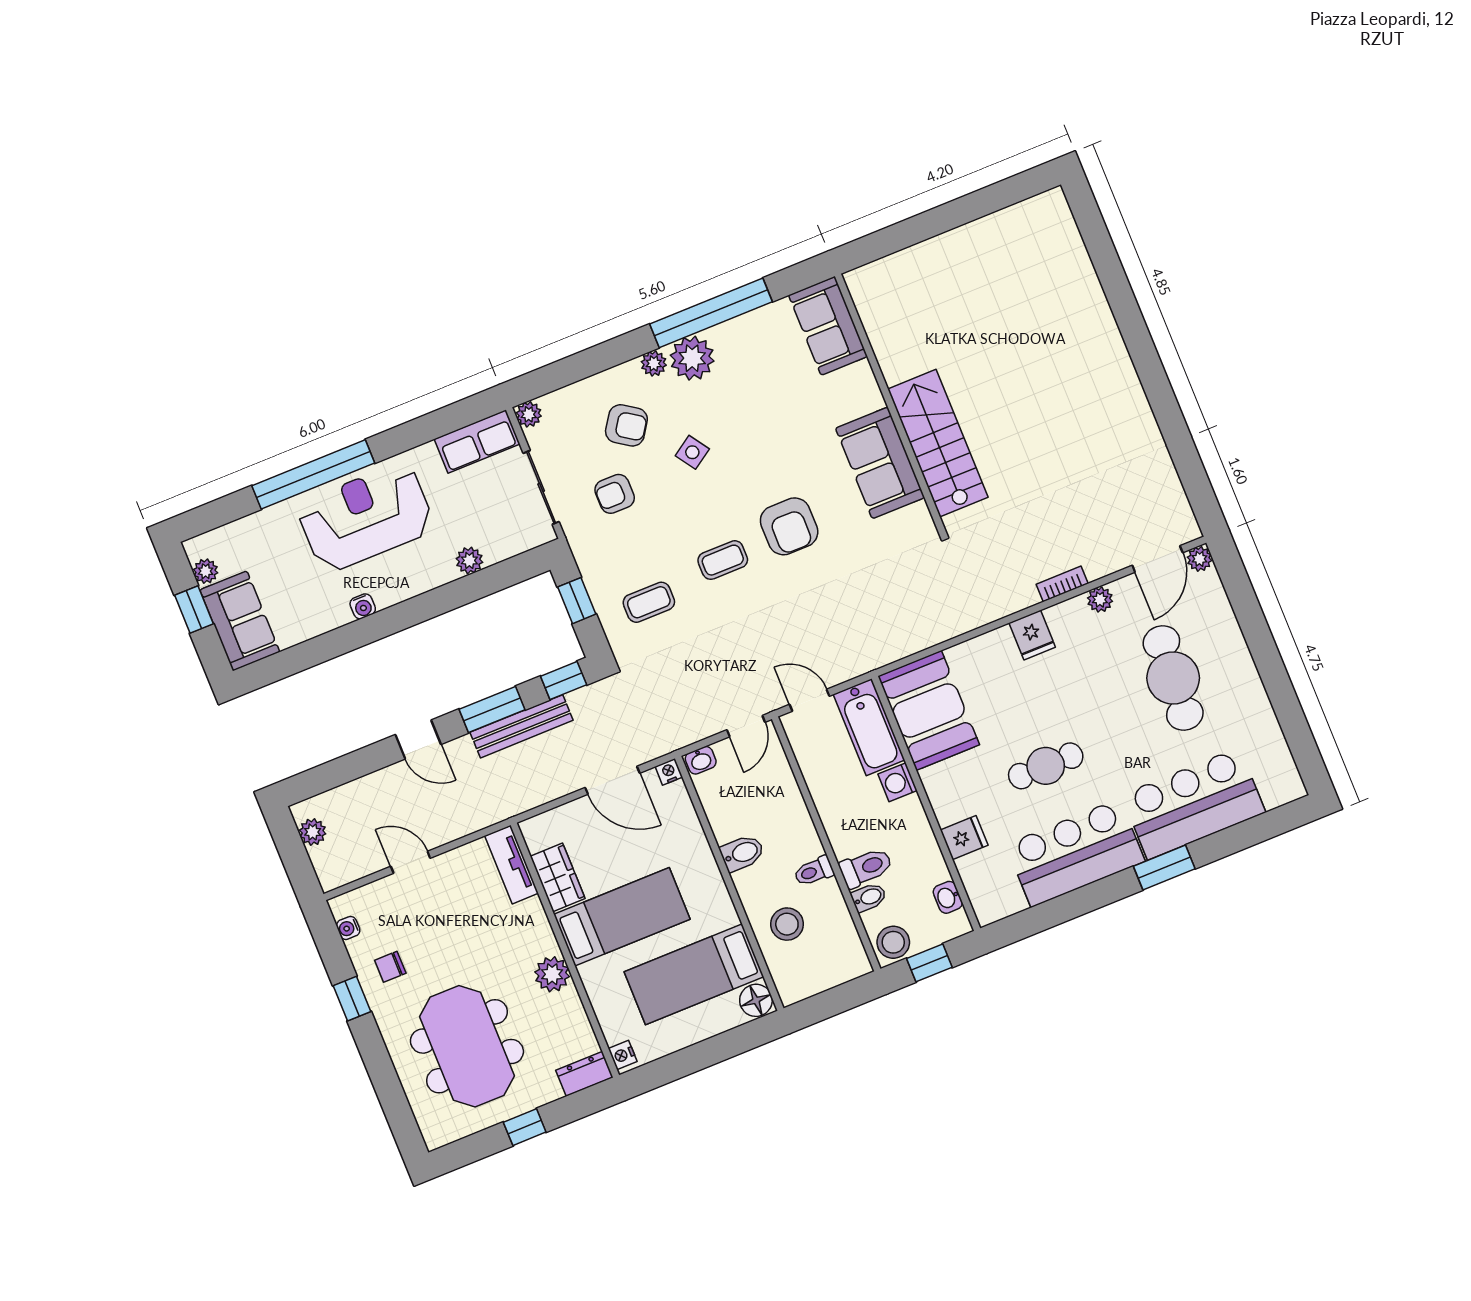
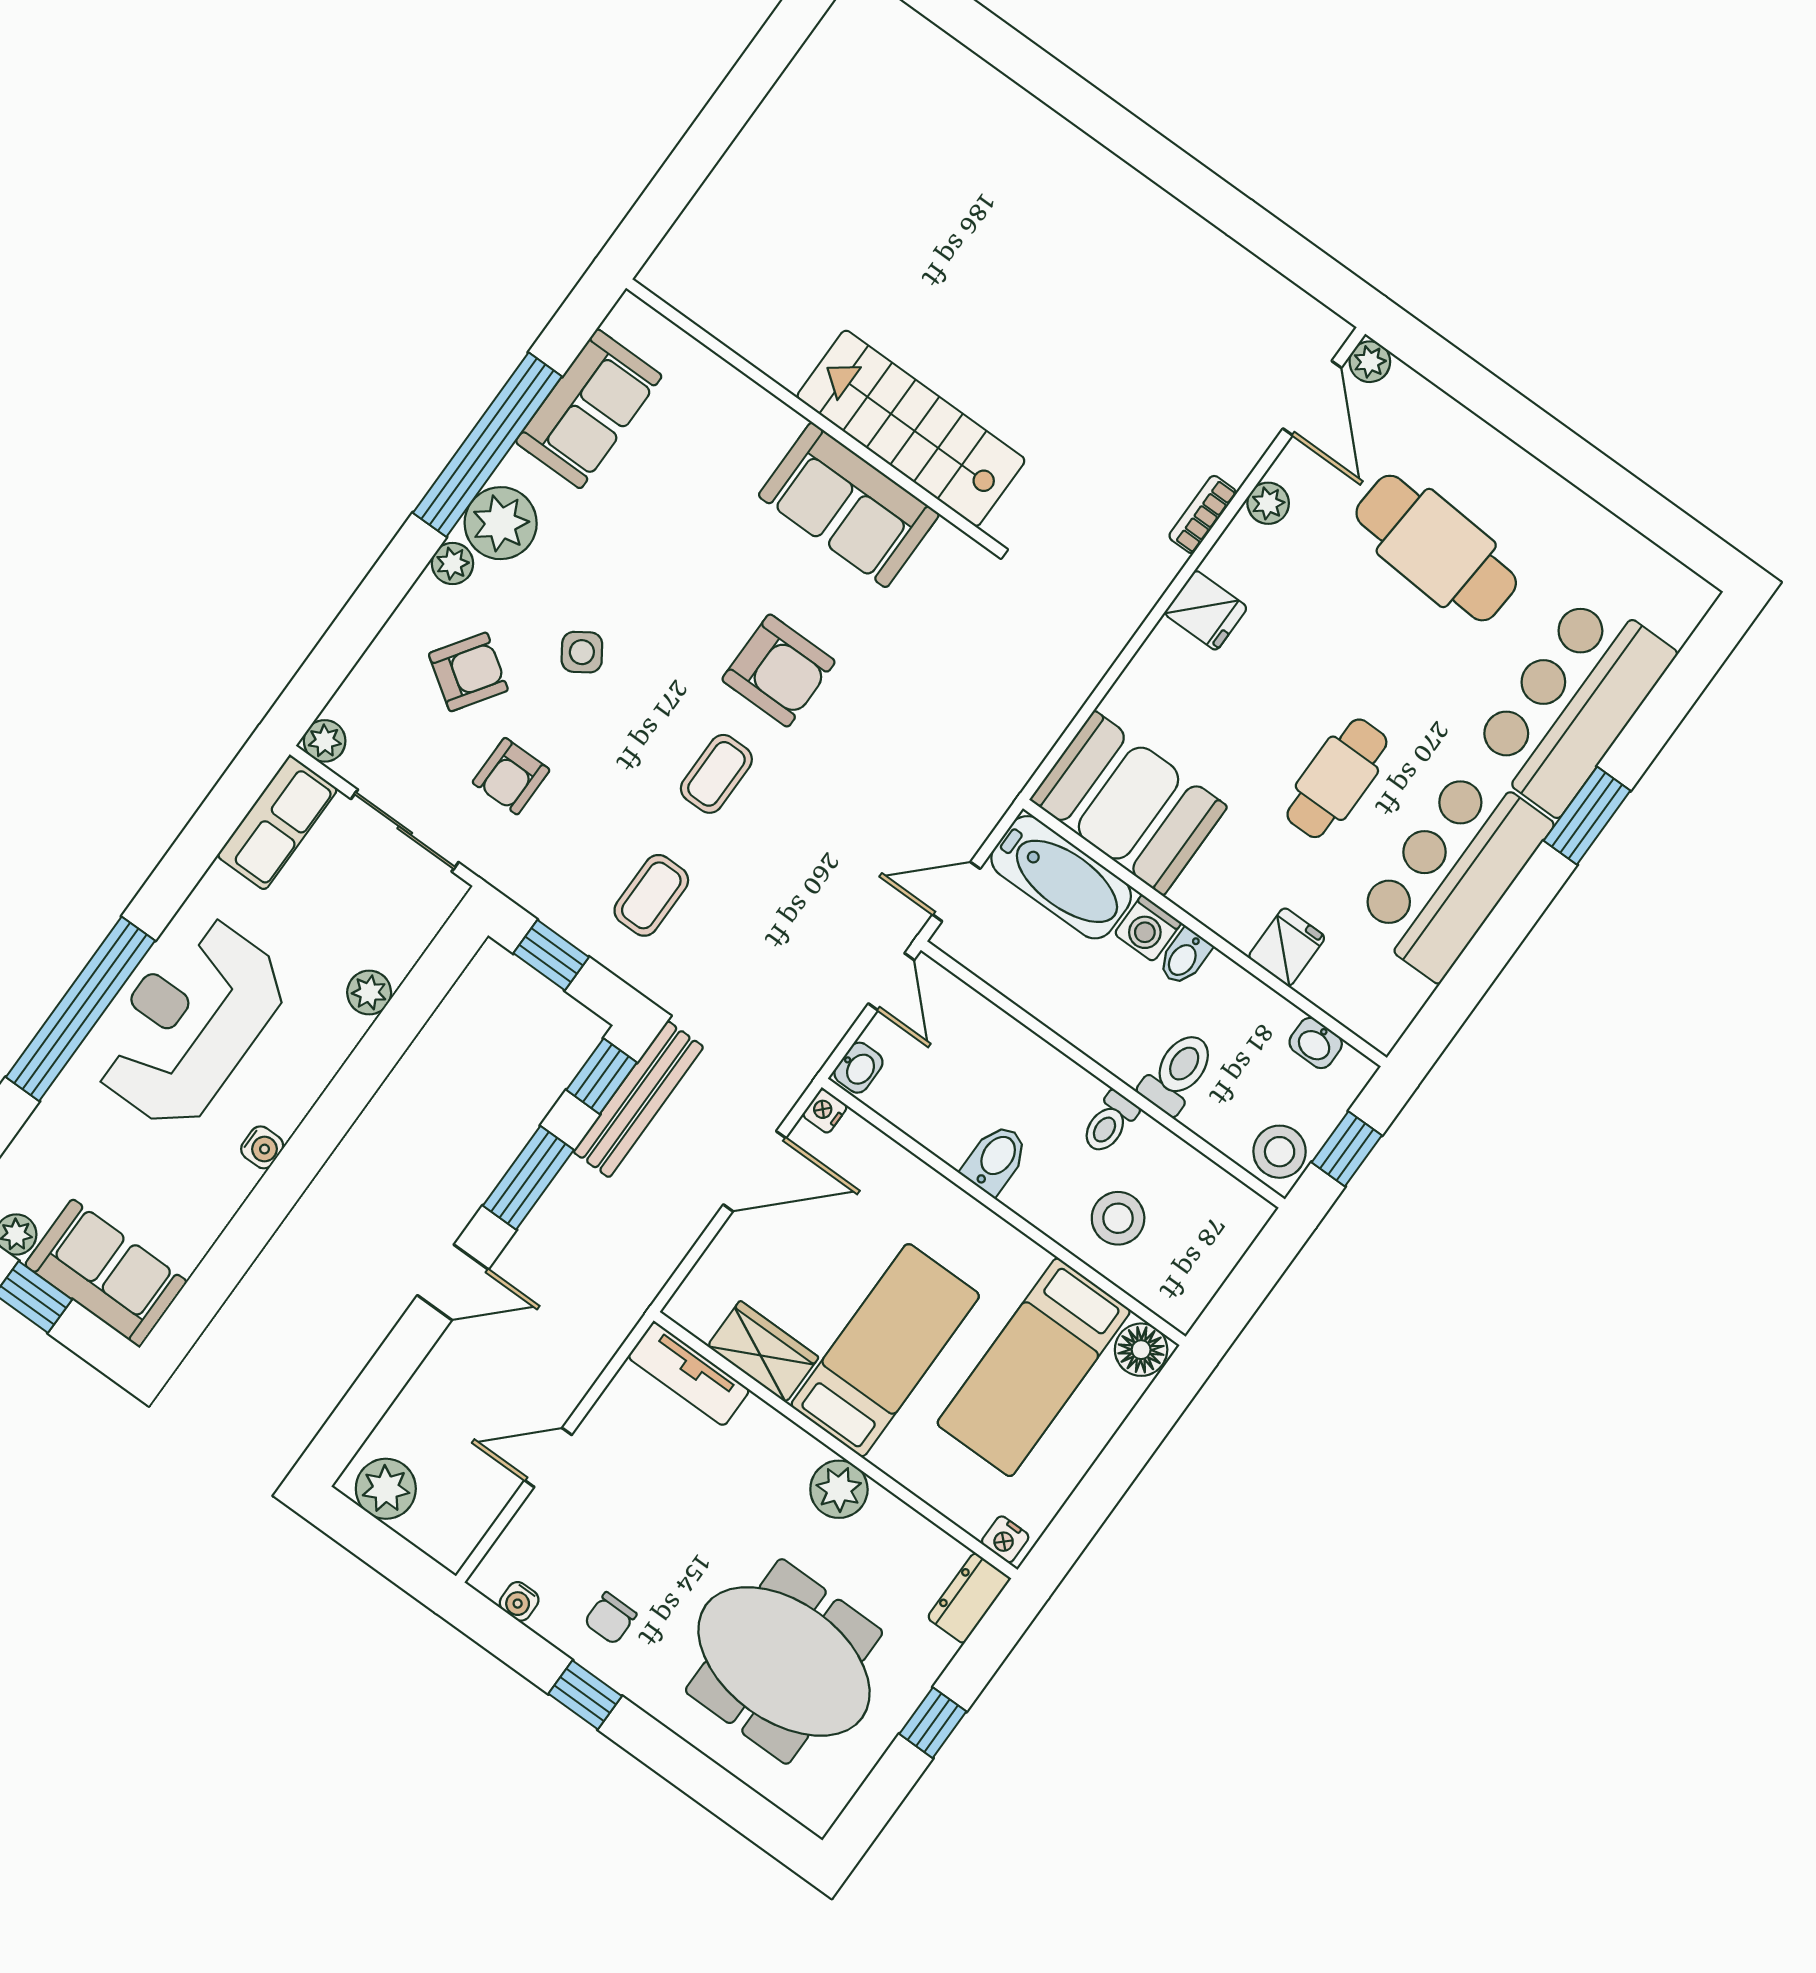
sofa: (828, 326) -> (589, 409), moved, turned -90
bench: (522, 726) -> (638, 1099), moved
plant: (313, 832) -> (386, 1489), width x1.38, depth x1.38
bidet: (869, 897) -> (1184, 957), moved, turned 180

